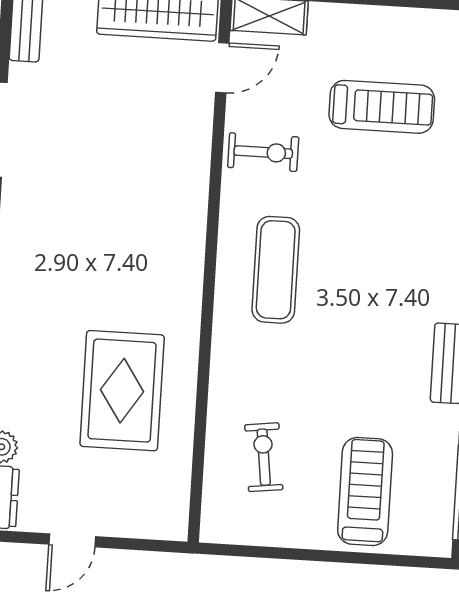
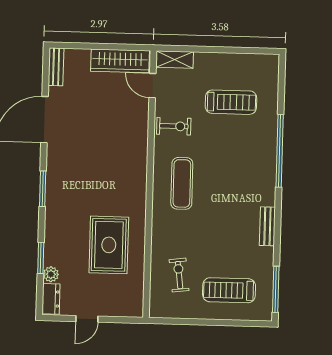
door: (222, 68) -> (152, 86), swing flipped
treadmill: (365, 492) -> (229, 290), turned -90

